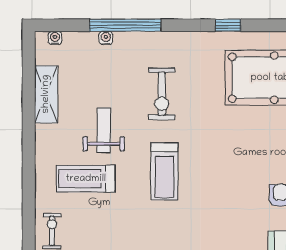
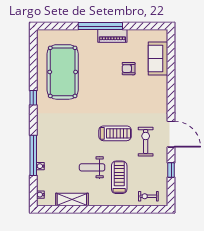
exercise bike: (162, 94) -> (146, 142), moved, turned -90
treadmill: (86, 179) -> (119, 177), turned 180

